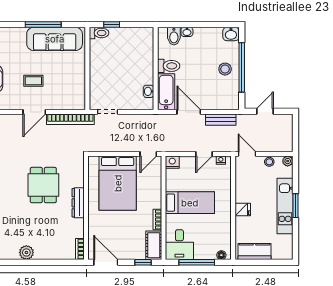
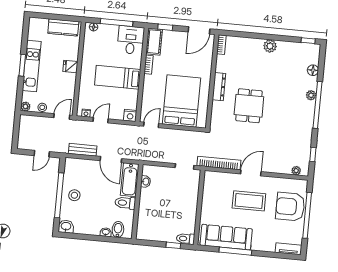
coffee table: (33, 81) -> (249, 201), width x1.86, depth x1.72
door: (247, 154) -> (62, 116), swing flipped
door: (106, 262) -> (199, 30), hinge flipped

